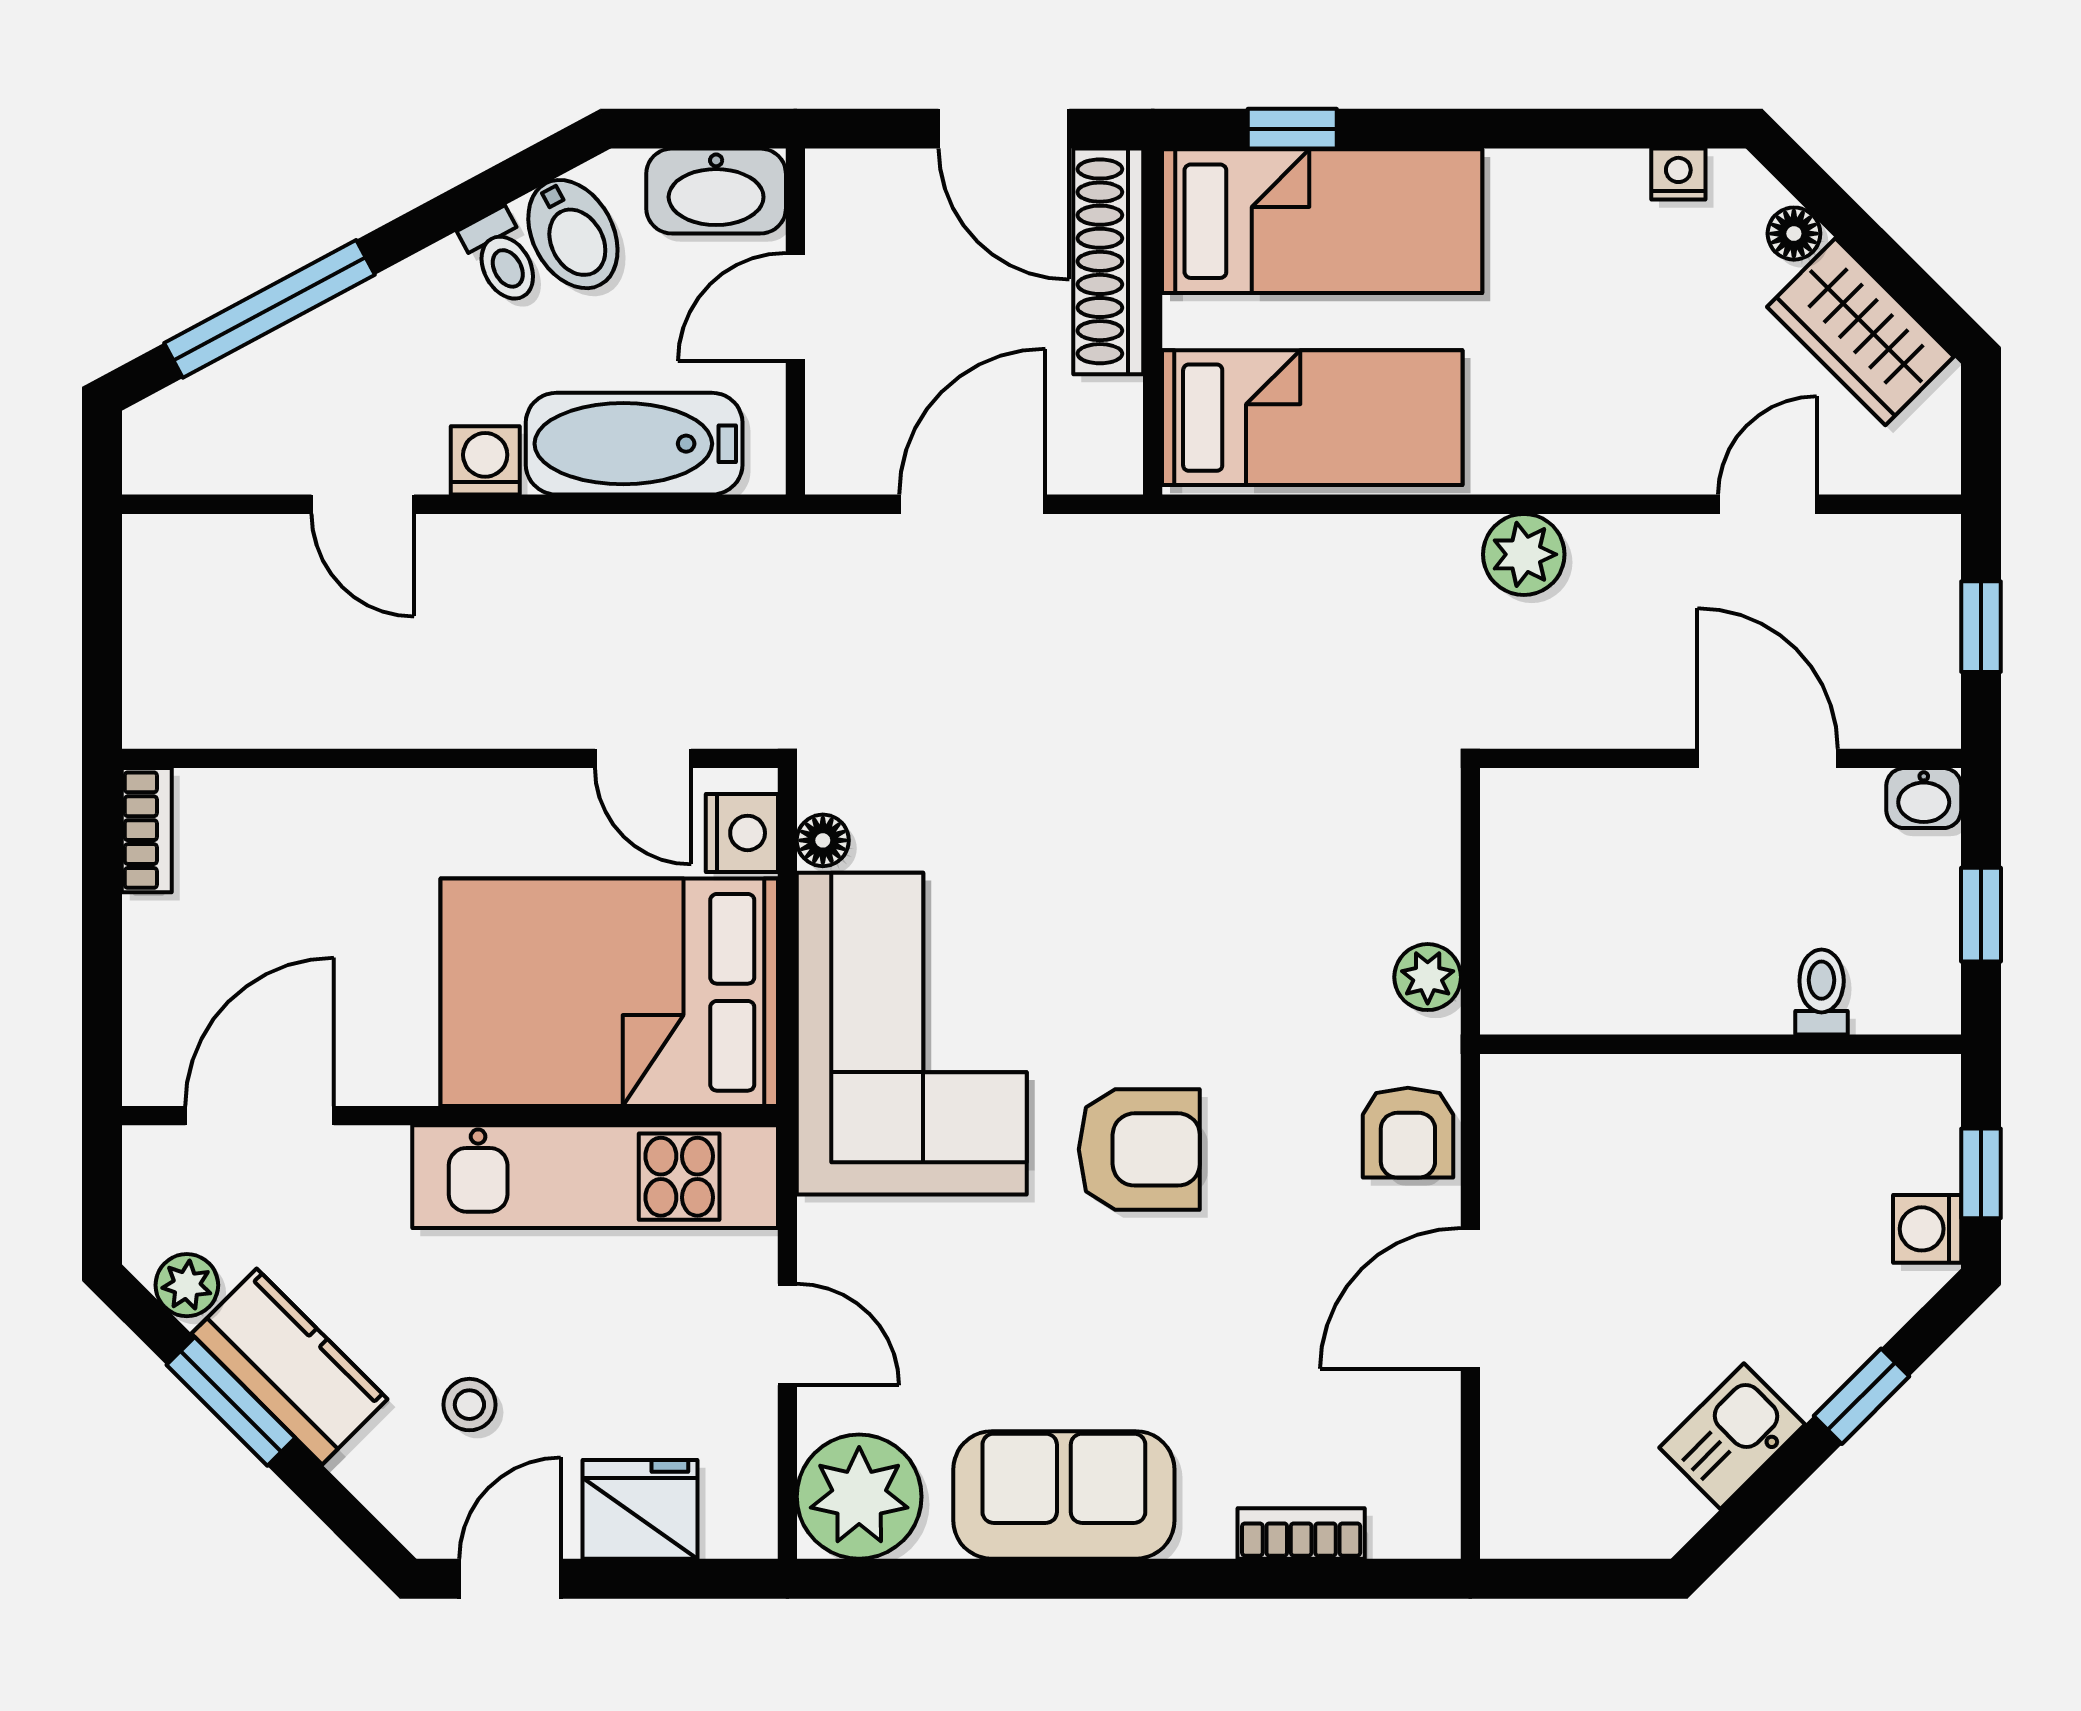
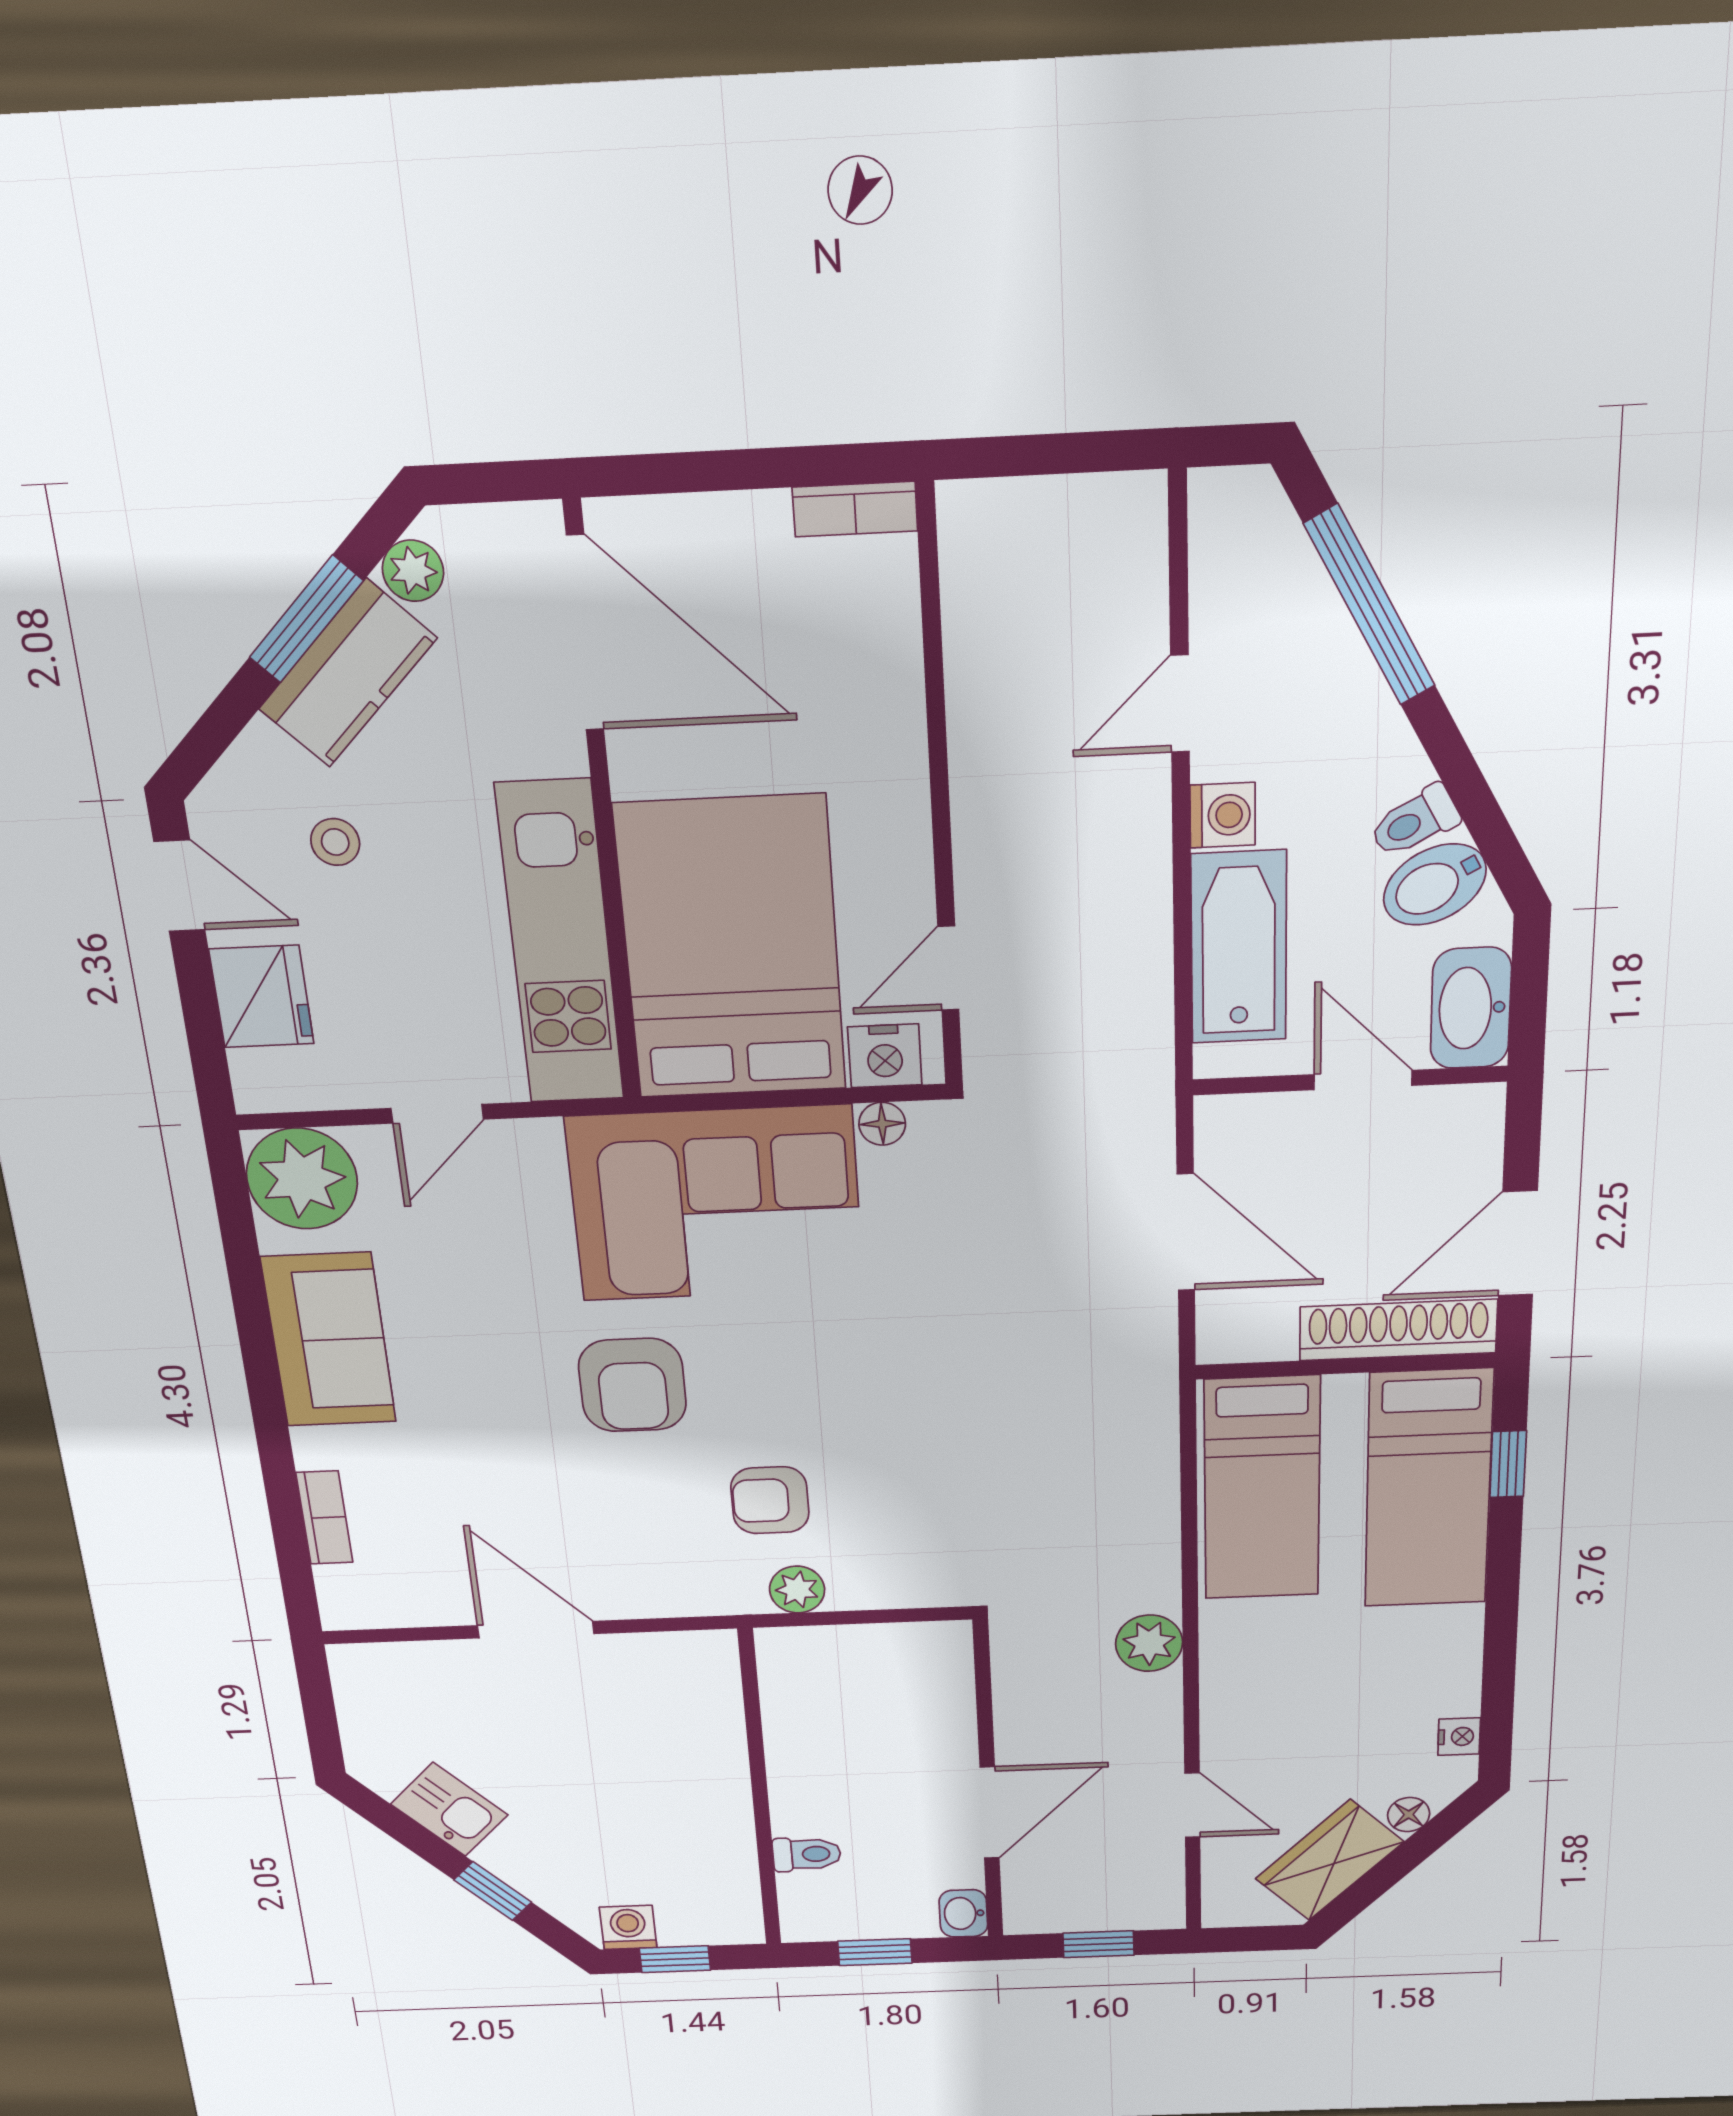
door: (260, 1116) -> (585, 633), width x1.36
armchair: (1408, 1133) -> (770, 1500), moved

